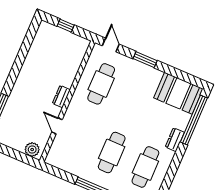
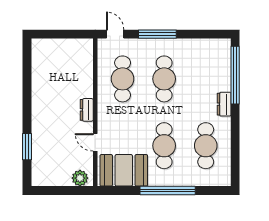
window: (66, 26) -> (59, 34), removed
window: (145, 60) -> (157, 34), width x1.44
booth: (178, 93) -> (124, 170), moved
cafe table: (135, 98) -> (164, 79), added

